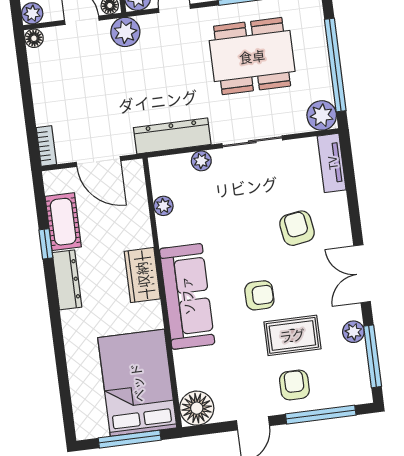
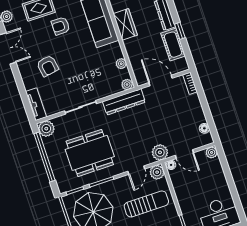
floor lamp: (34, 38) -> (204, 128), moved
plant: (201, 161) -> (127, 85), moved

